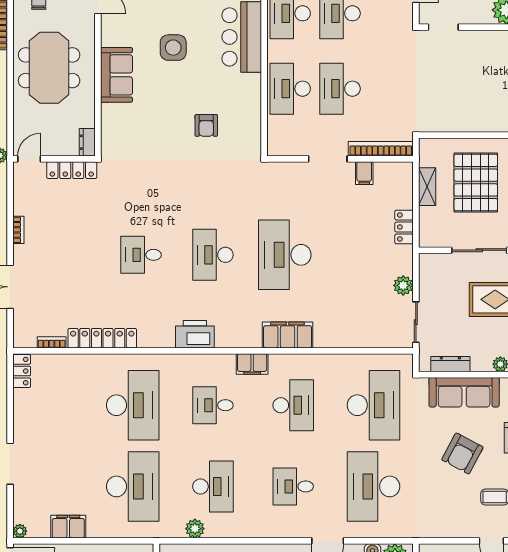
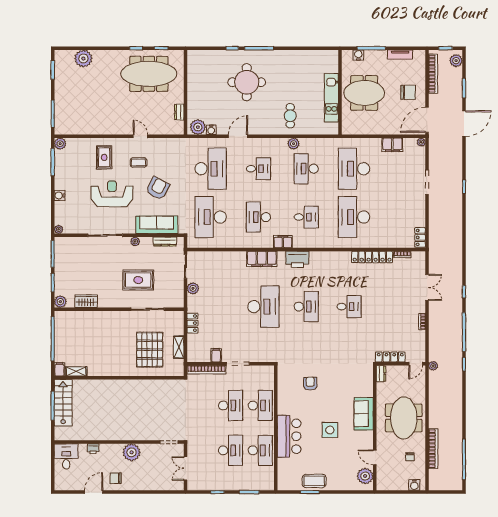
printer: (195, 334) -> (297, 259), moved
plant: (195, 529) -> (294, 144), moved

